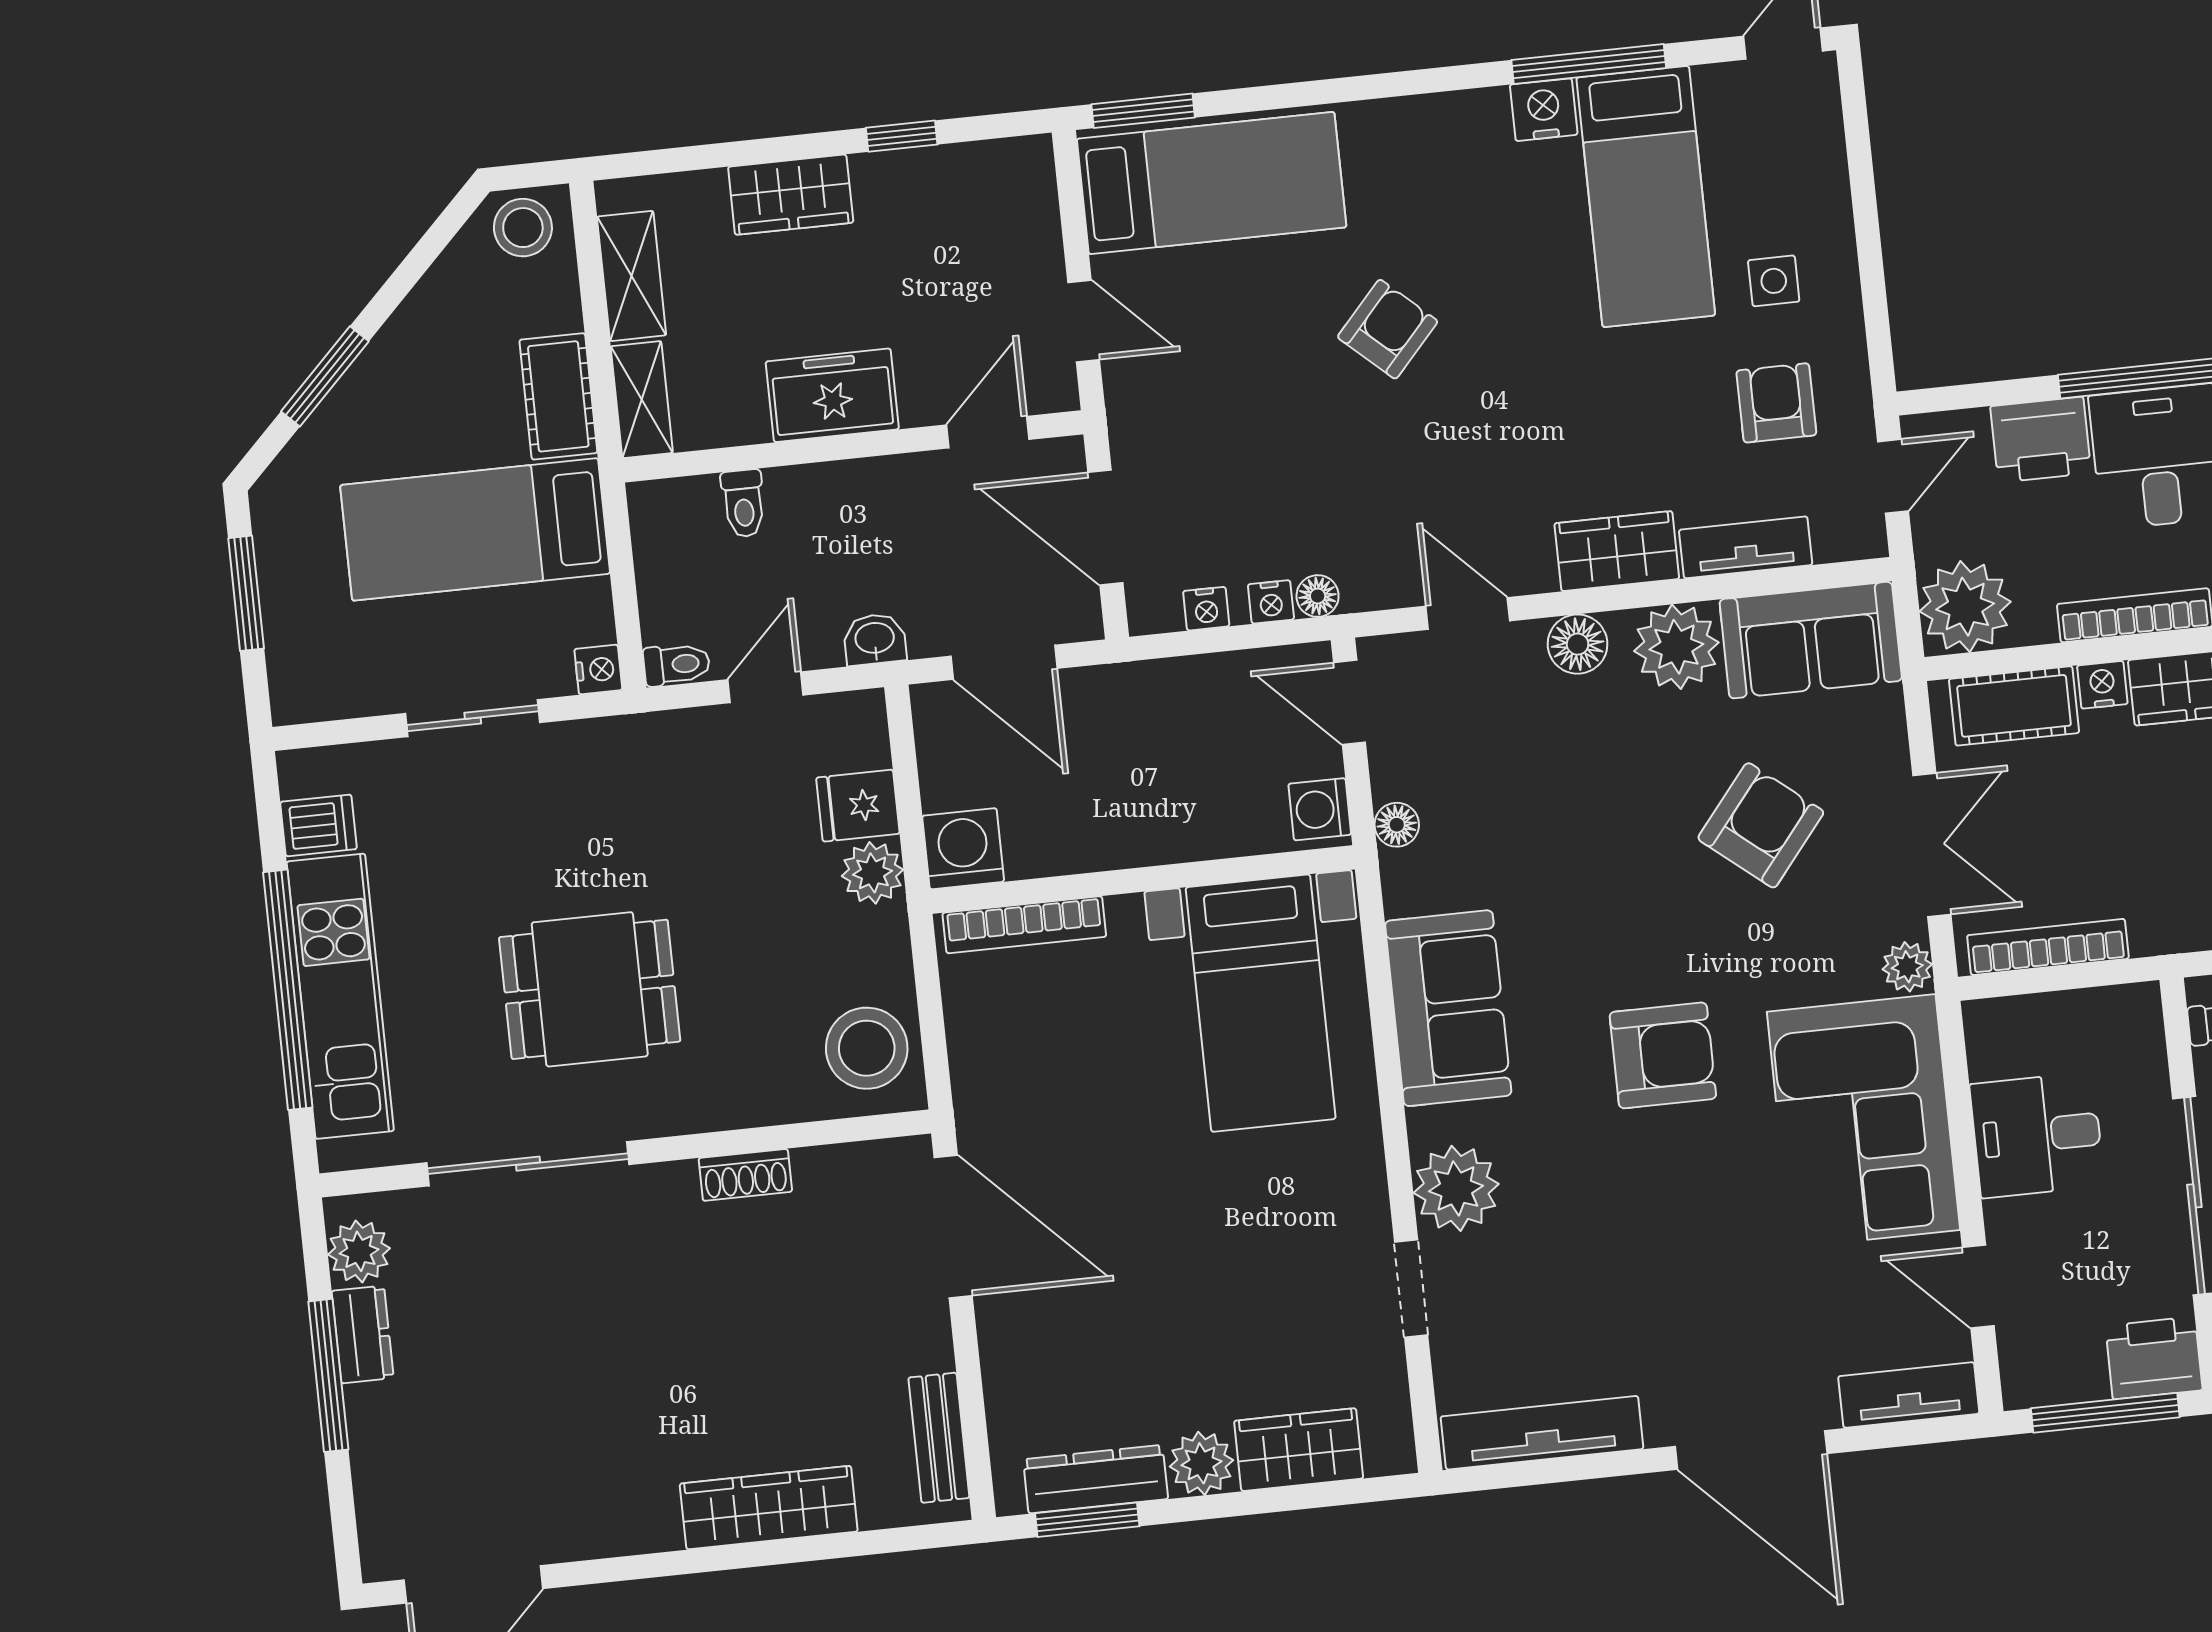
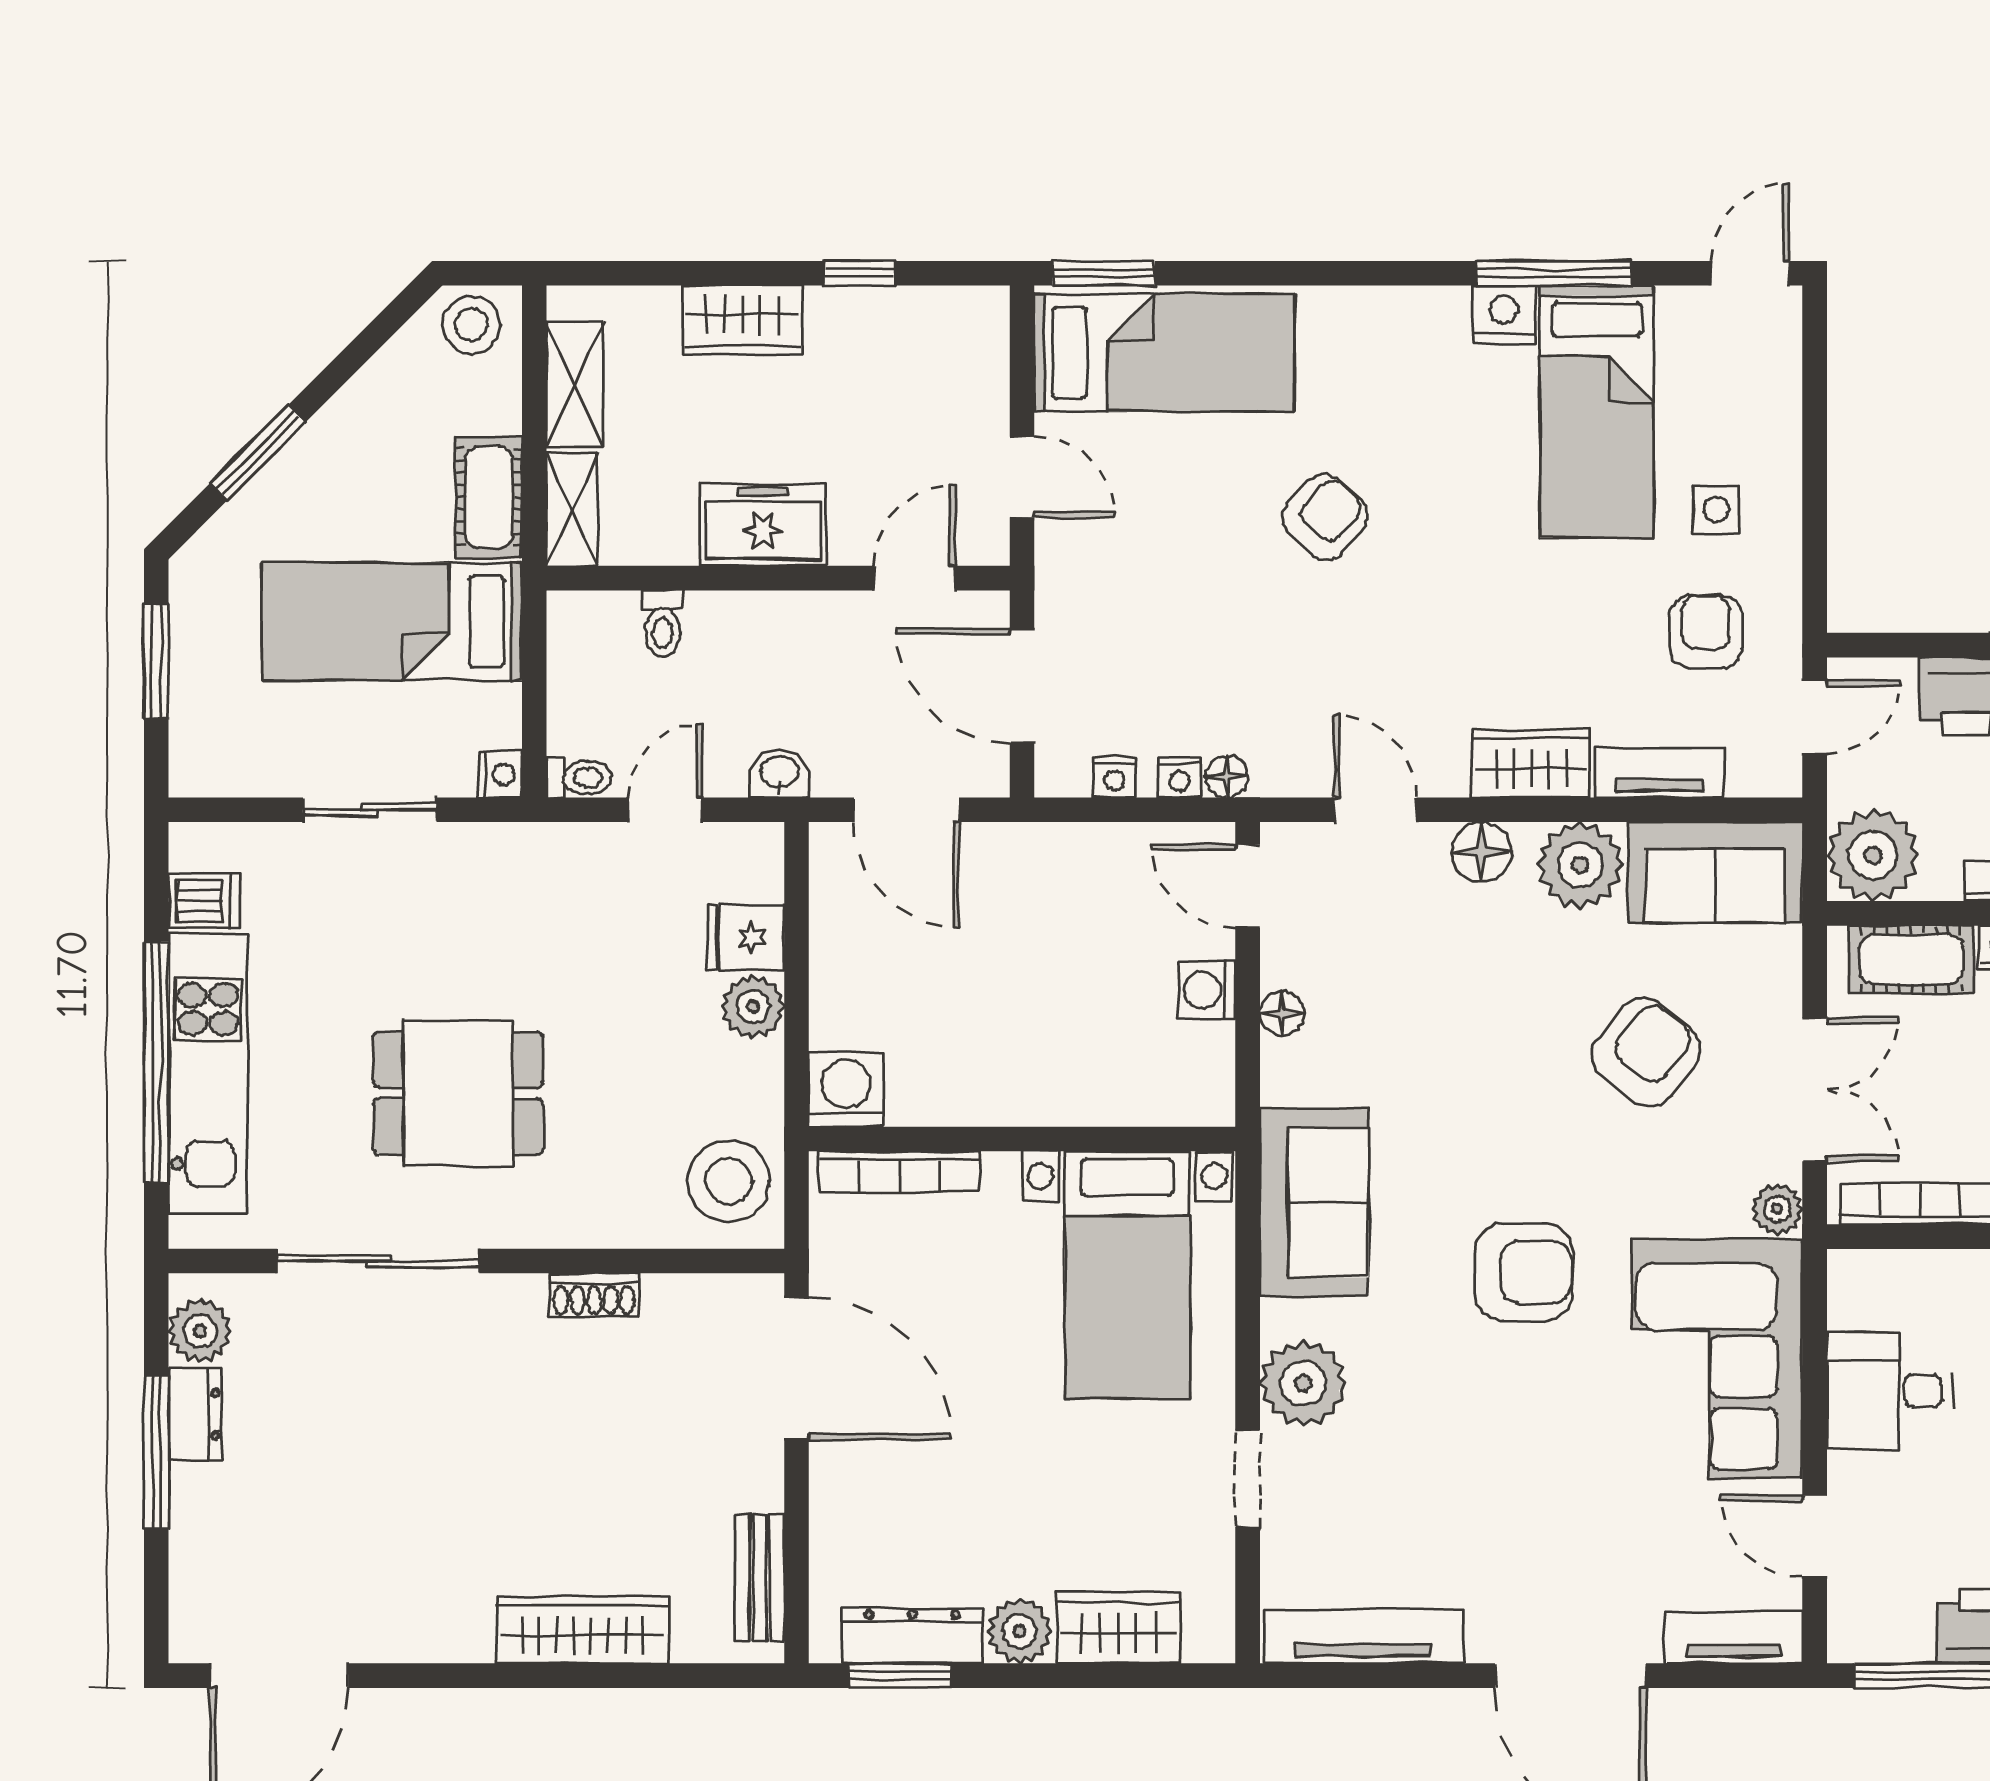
washing machine: (963, 849) -> (846, 1089), moved
wall: (1142, 880) -> (1022, 1139), moved
bookcase: (1024, 925) -> (899, 1172), moved
bed with nightstands: (1261, 1003) -> (1127, 1275), moved

